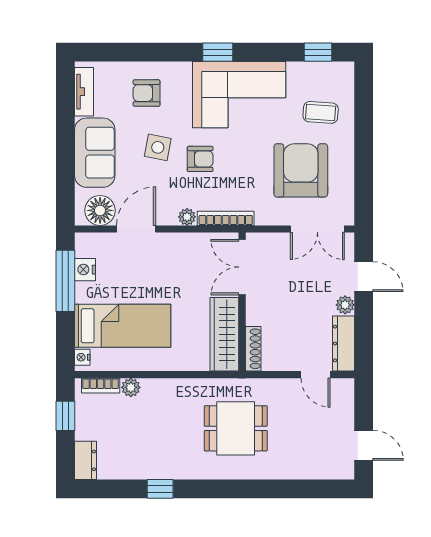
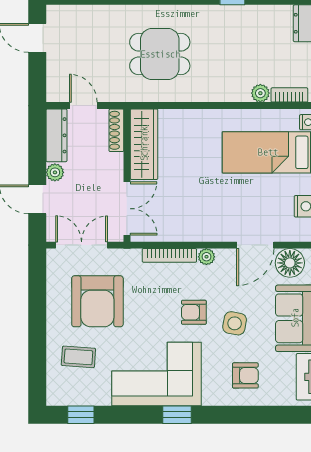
double door: (242, 267) -> (127, 209), moved
wall: (242, 302) -> (127, 175), moved
wardrobe: (224, 334) -> (144, 144), moved
shoe rack: (253, 349) -> (116, 130), moved

